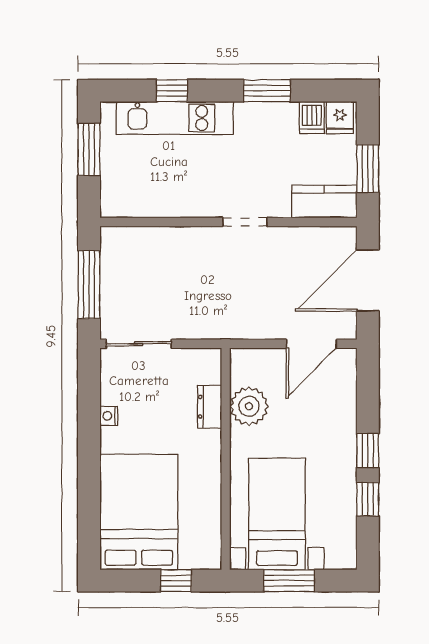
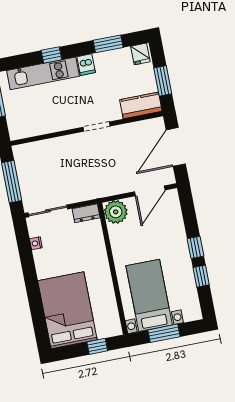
window: (172, 91) -> (51, 55), moved
window: (267, 91) -> (108, 44), moved
dishwasher: (312, 118) -> (86, 65), moved
plant: (249, 406) -> (116, 212), moved
dresser: (210, 407) -> (86, 213), moved, turned -90
nightstand: (109, 416) -> (36, 243), moved

